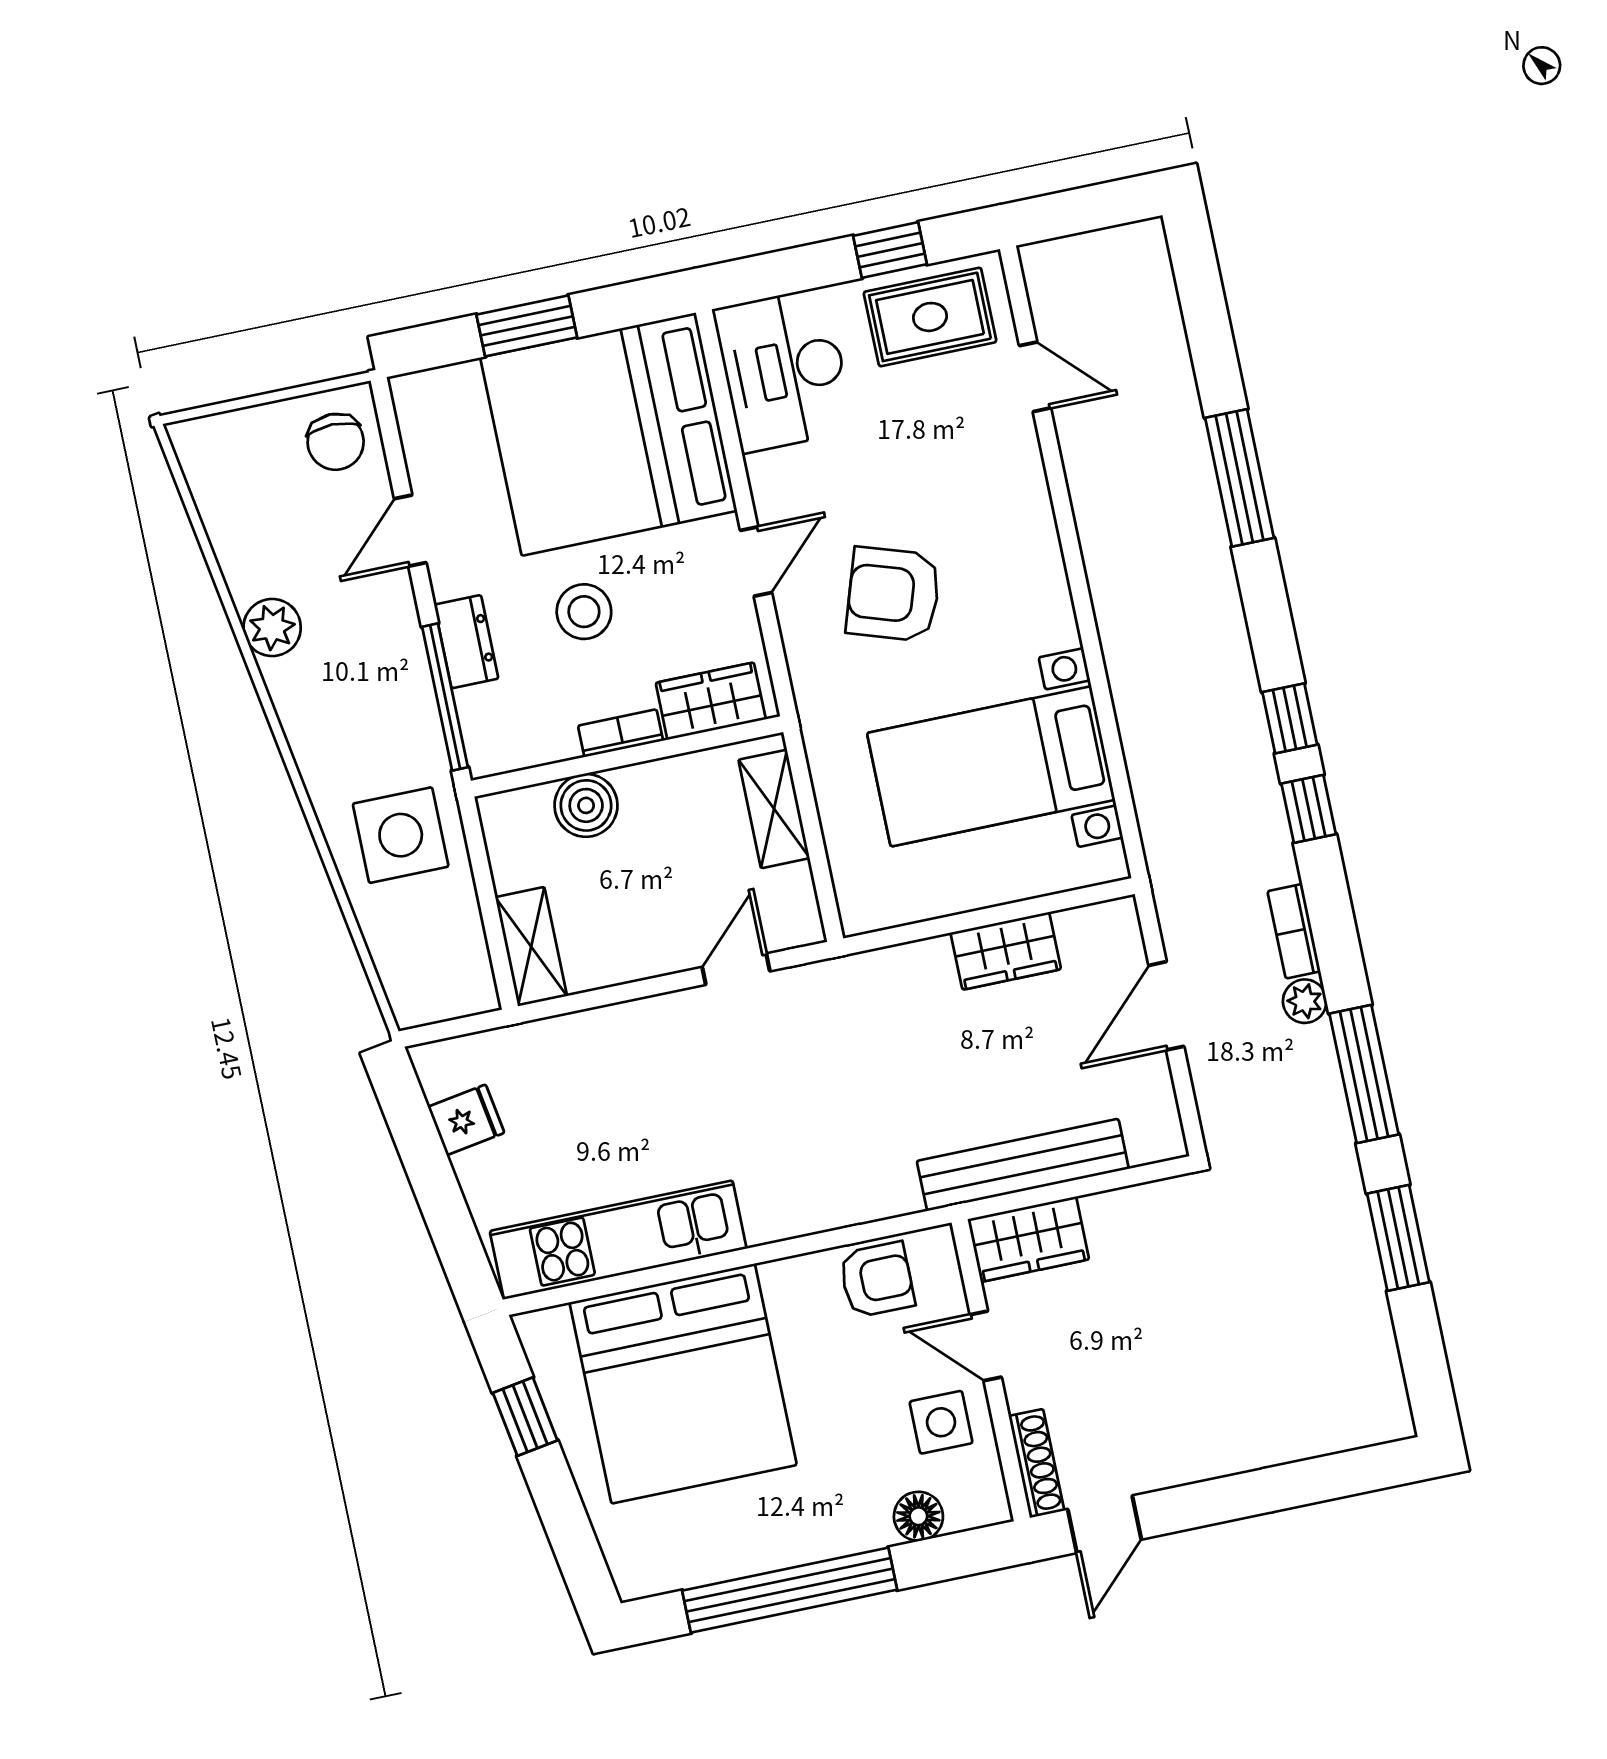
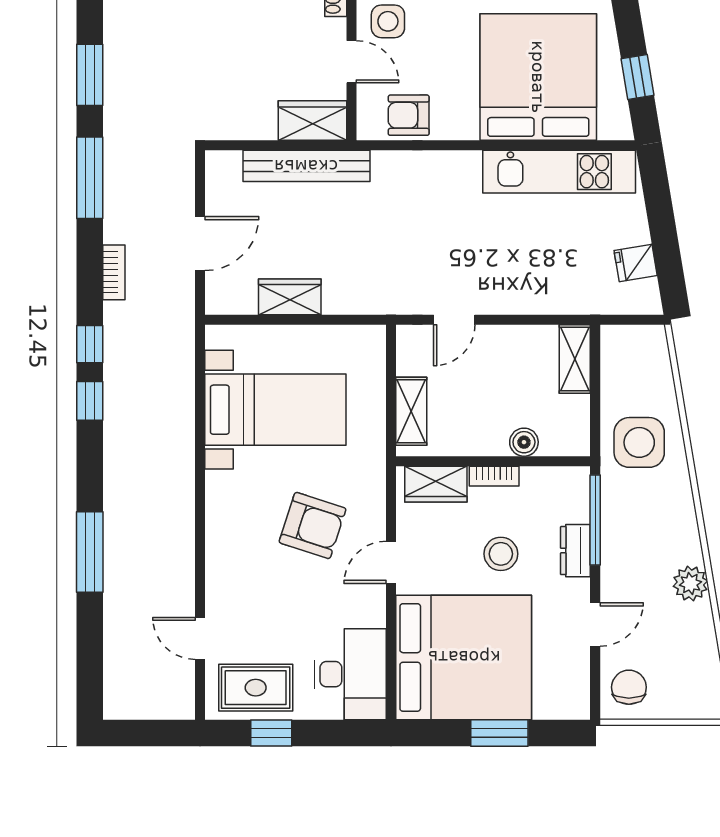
boiler: (586, 805) -> (524, 442), width x0.73, depth x0.73
plant: (1305, 1001) -> (116, 229), removed

